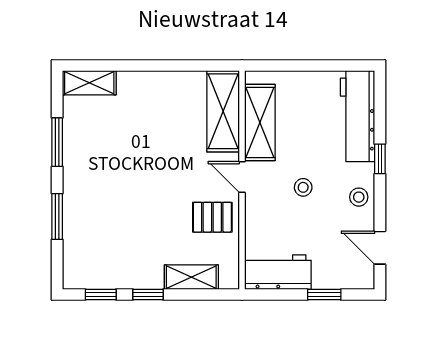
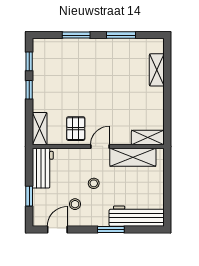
shelving: (89, 83) -> (157, 70), moved
shelving: (223, 111) -> (148, 138), width x0.67, depth x0.75
window: (380, 159) -> (111, 230), width x1.50
stool: (359, 197) -> (75, 204), moved
shelving: (191, 277) -> (40, 129), moved

